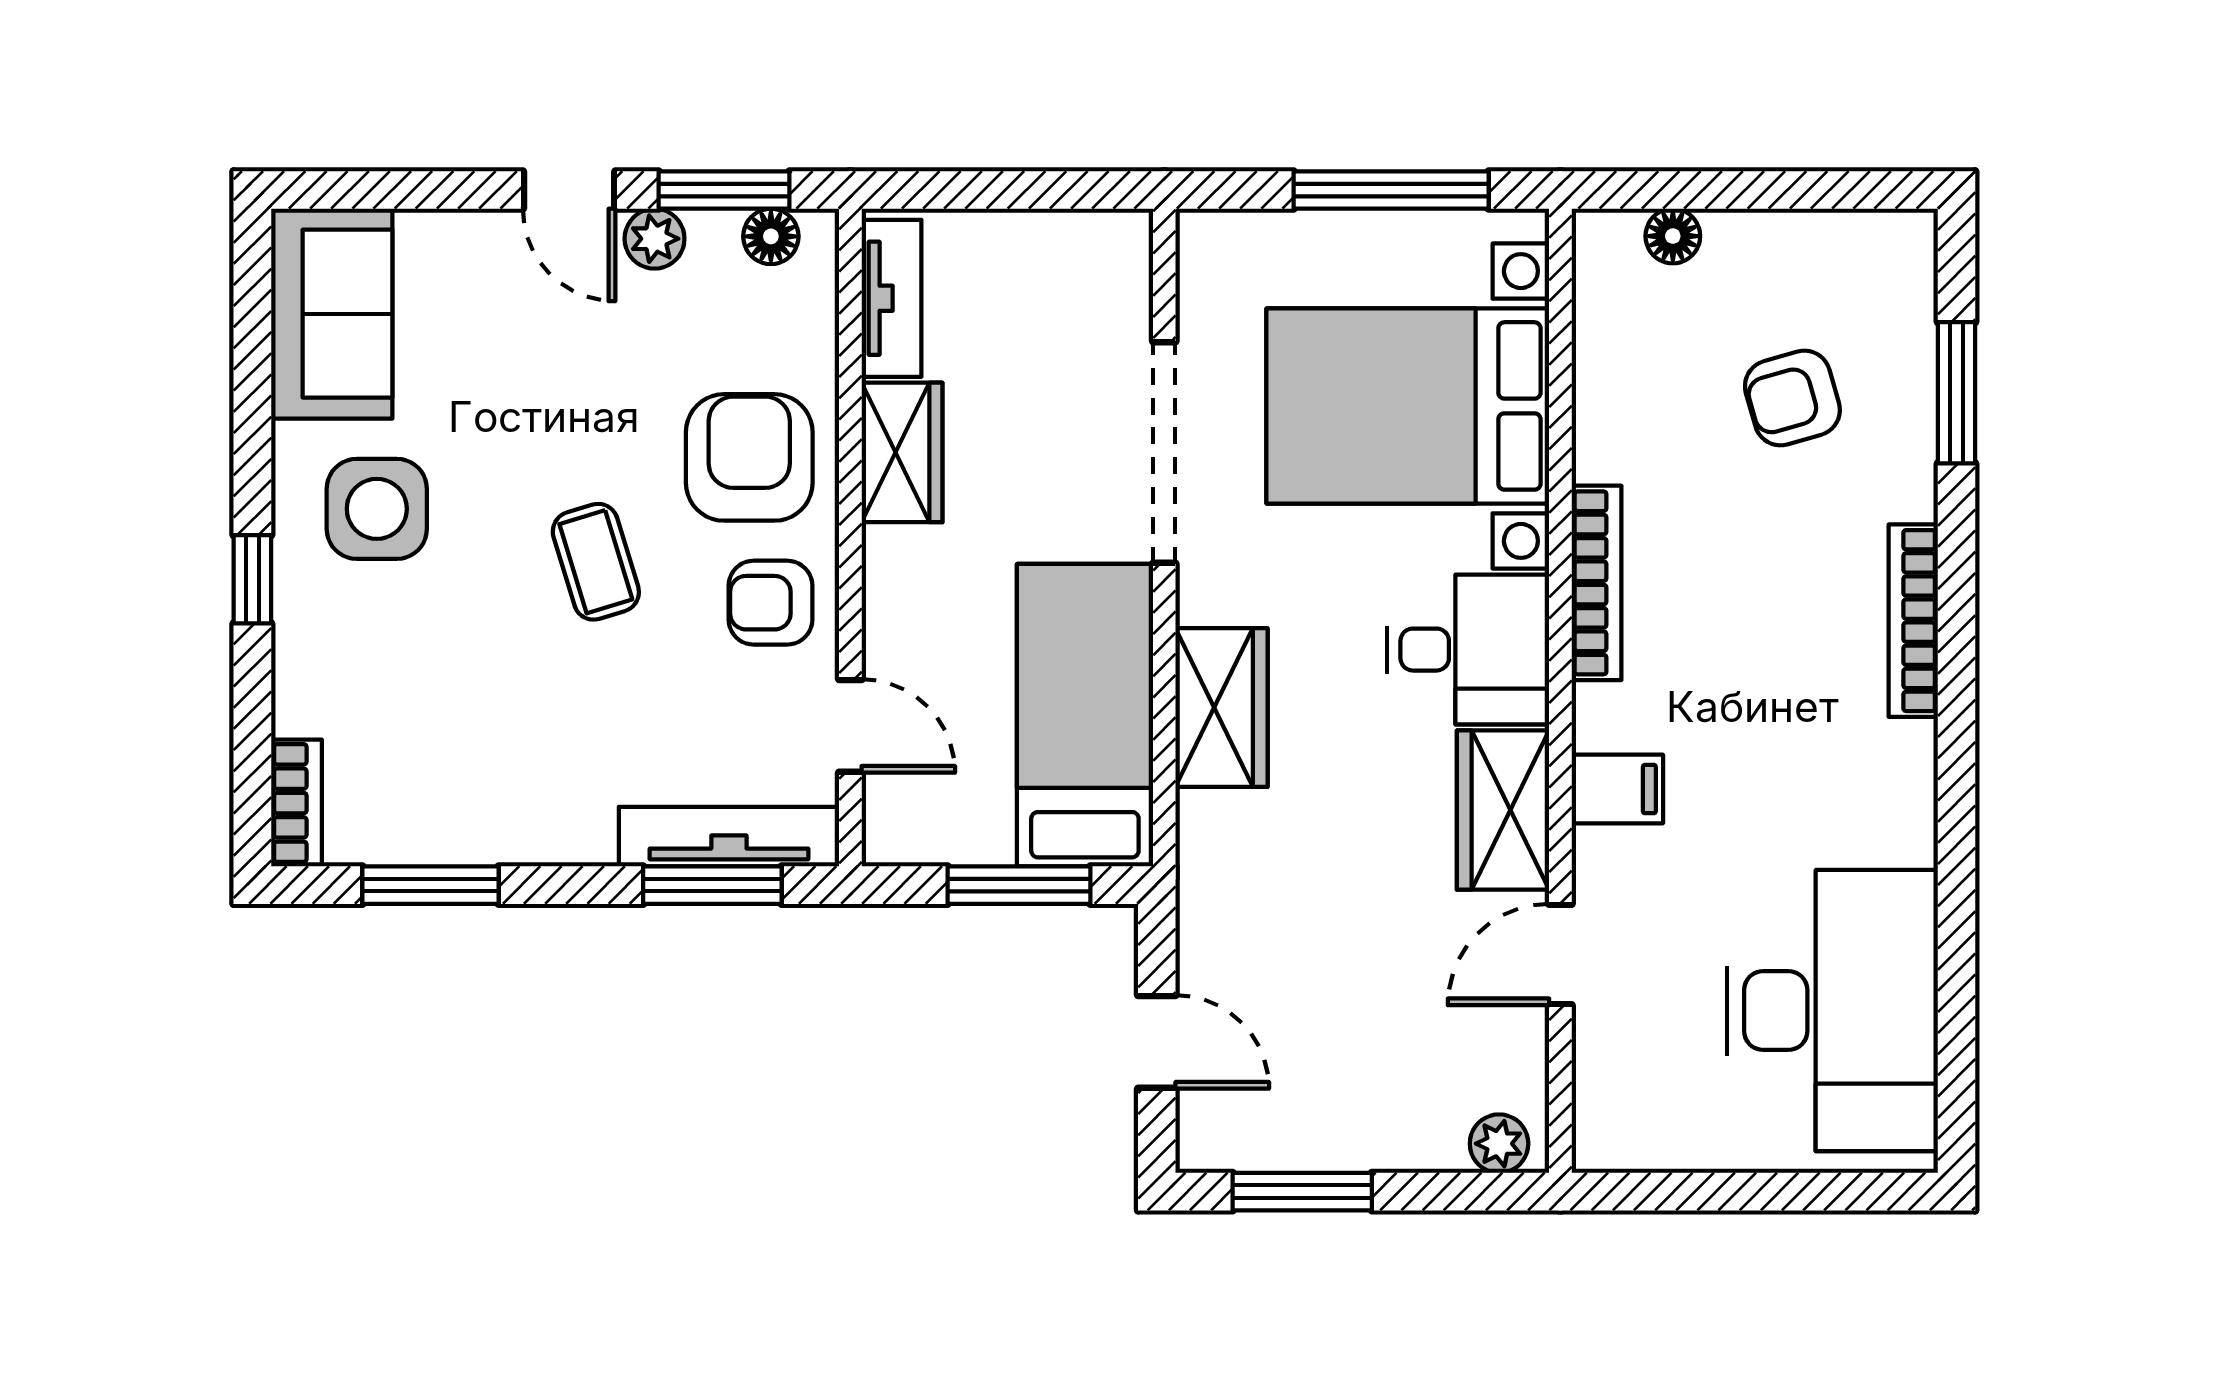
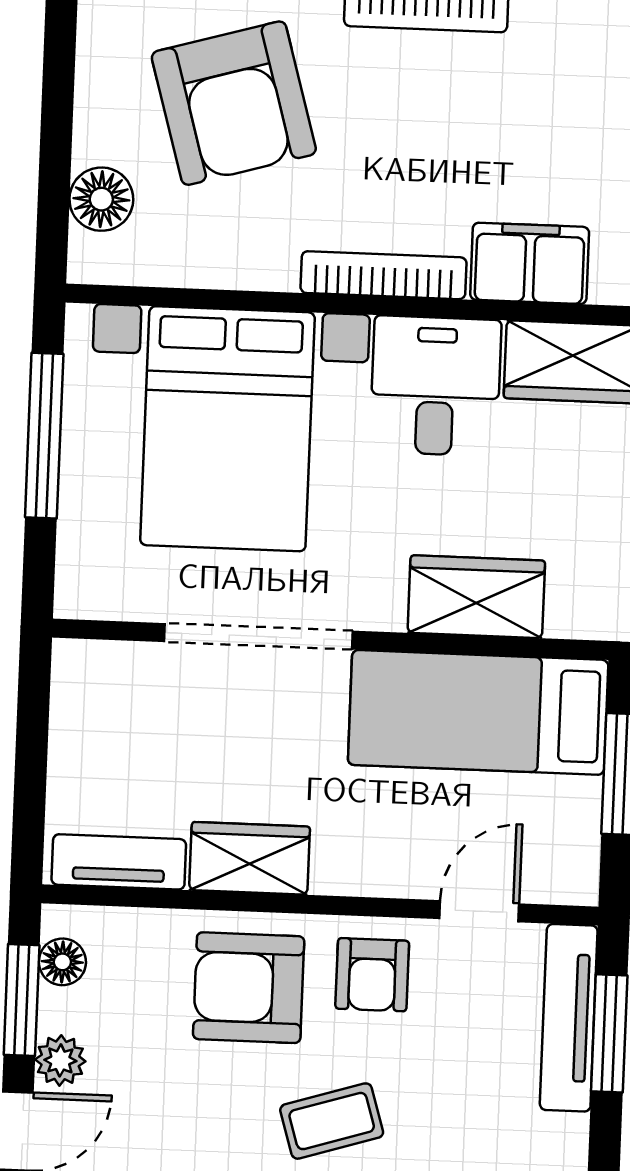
floor lamp: (1673, 236) -> (101, 199), width x1.37, depth x1.37
armchair: (1792, 398) -> (234, 103), width x1.88, depth x1.88
filing cabinet: (1617, 789) -> (530, 263), width x2.00

